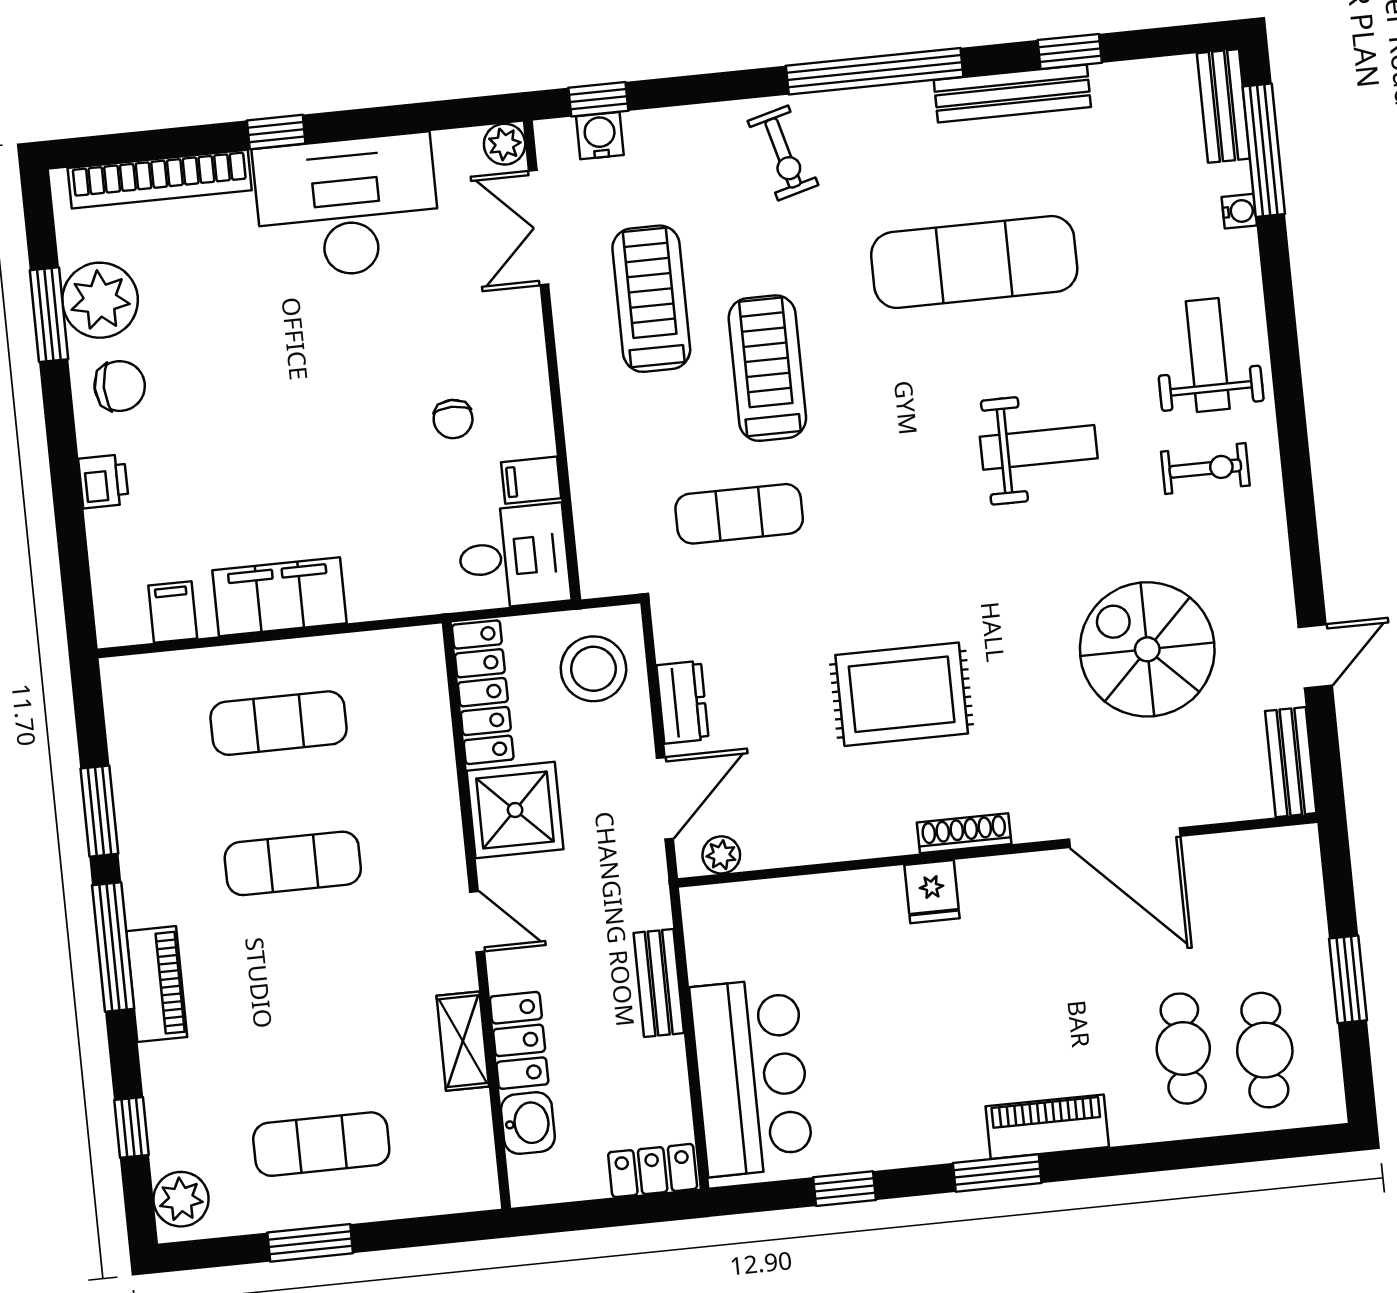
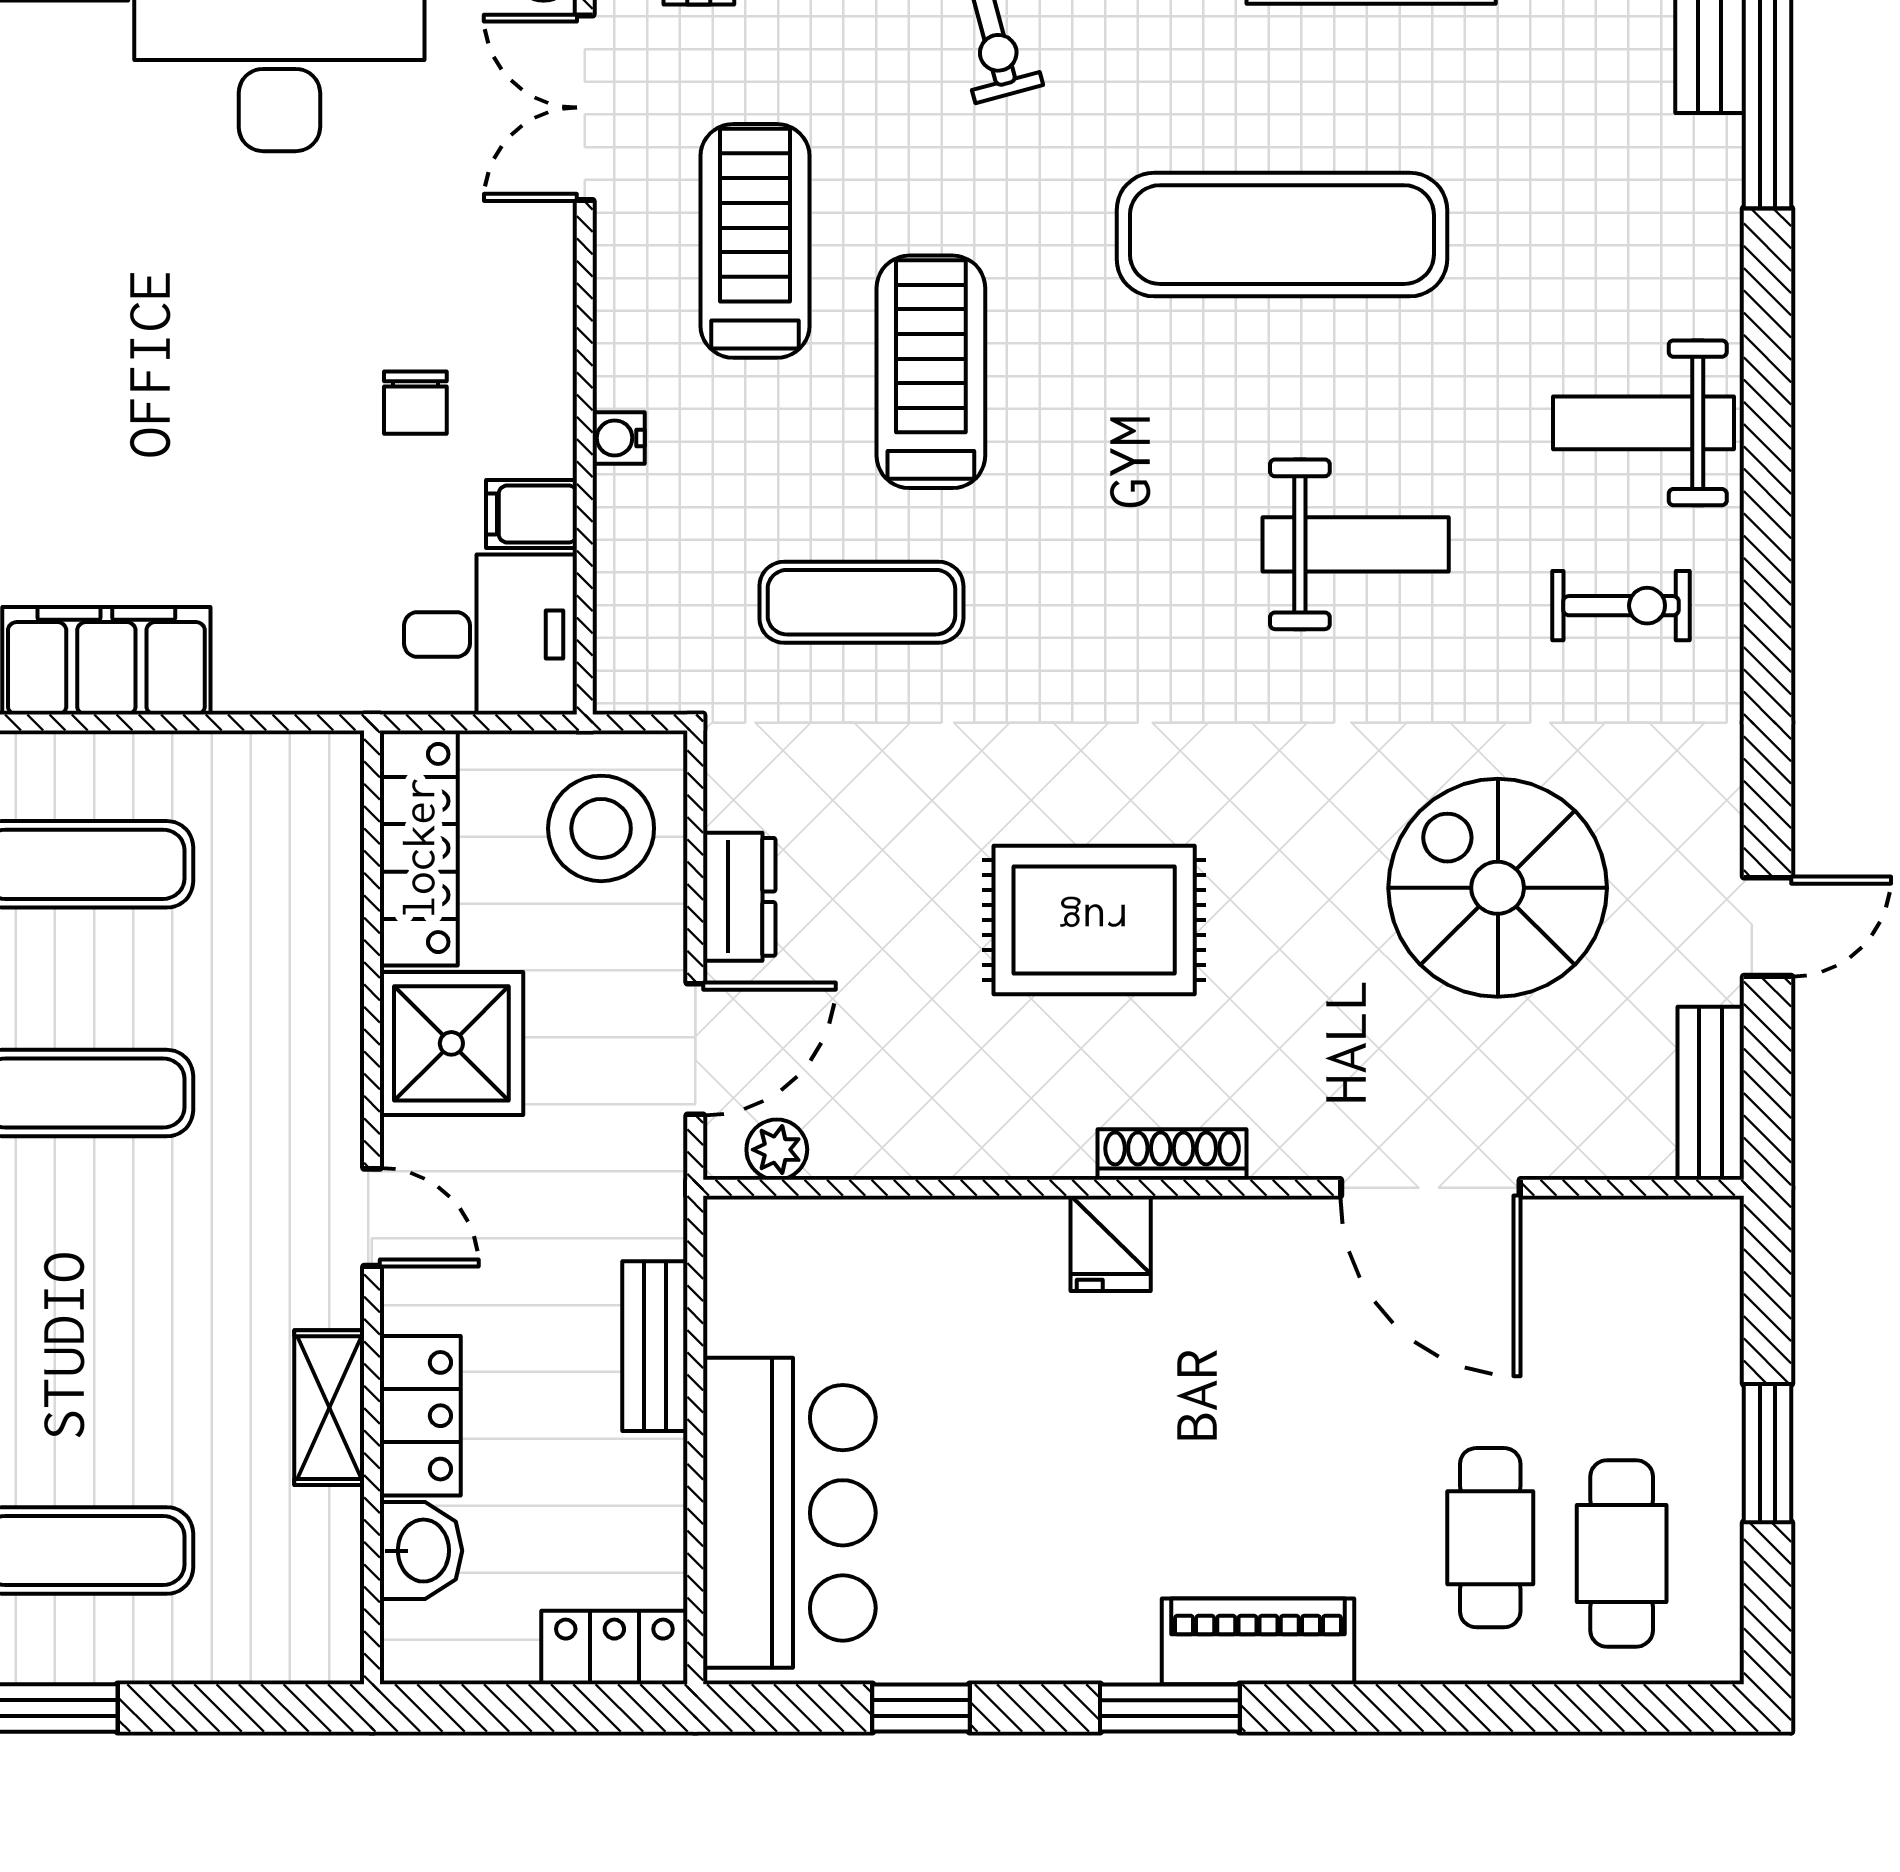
water cooler: (1239, 211) -> (619, 438), moved, turned 180
weight bench: (1208, 355) -> (1643, 423), turned -90

